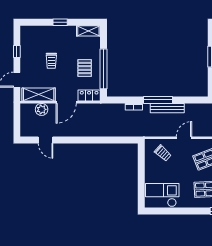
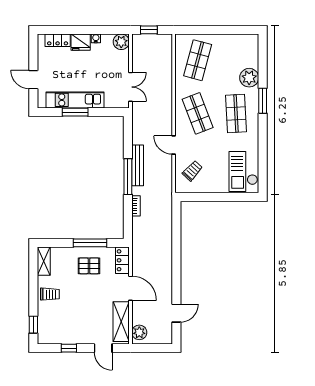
window: (60, 22) -> (33, 325), moved
trolley: (51, 61) -> (50, 294), moved
window: (103, 69) -> (90, 243), width x0.68
plant: (42, 109) -> (139, 332), moved

